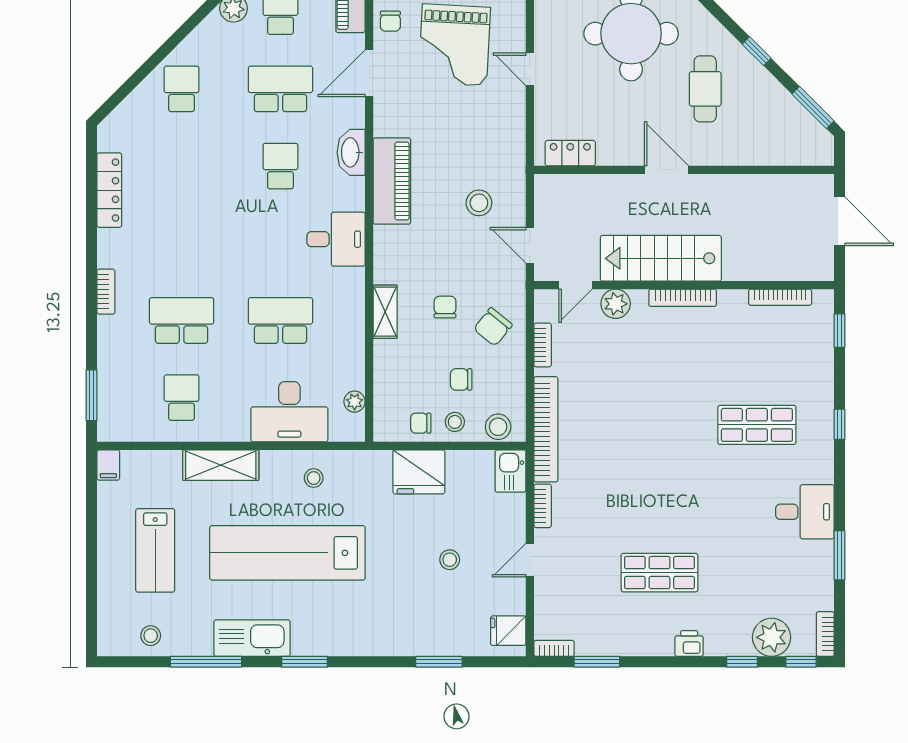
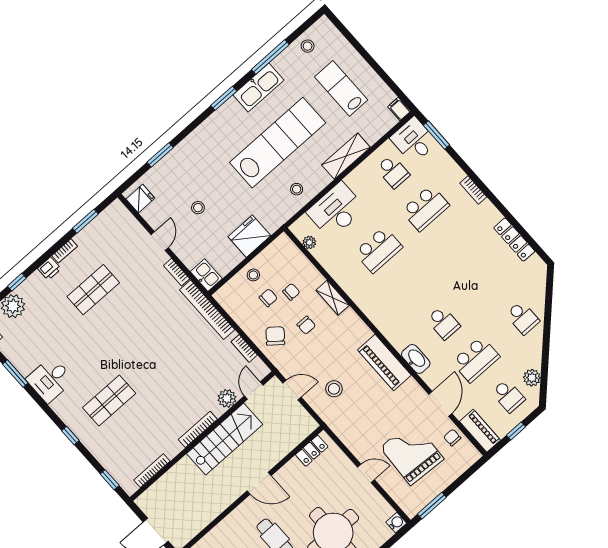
desk: (336, 239) -> (414, 140), moved, turned 90
chair: (421, 423) -> (291, 292), moved
stool: (498, 427) -> (231, 291), removed
bookcase: (554, 648) -> (65, 251), moved

